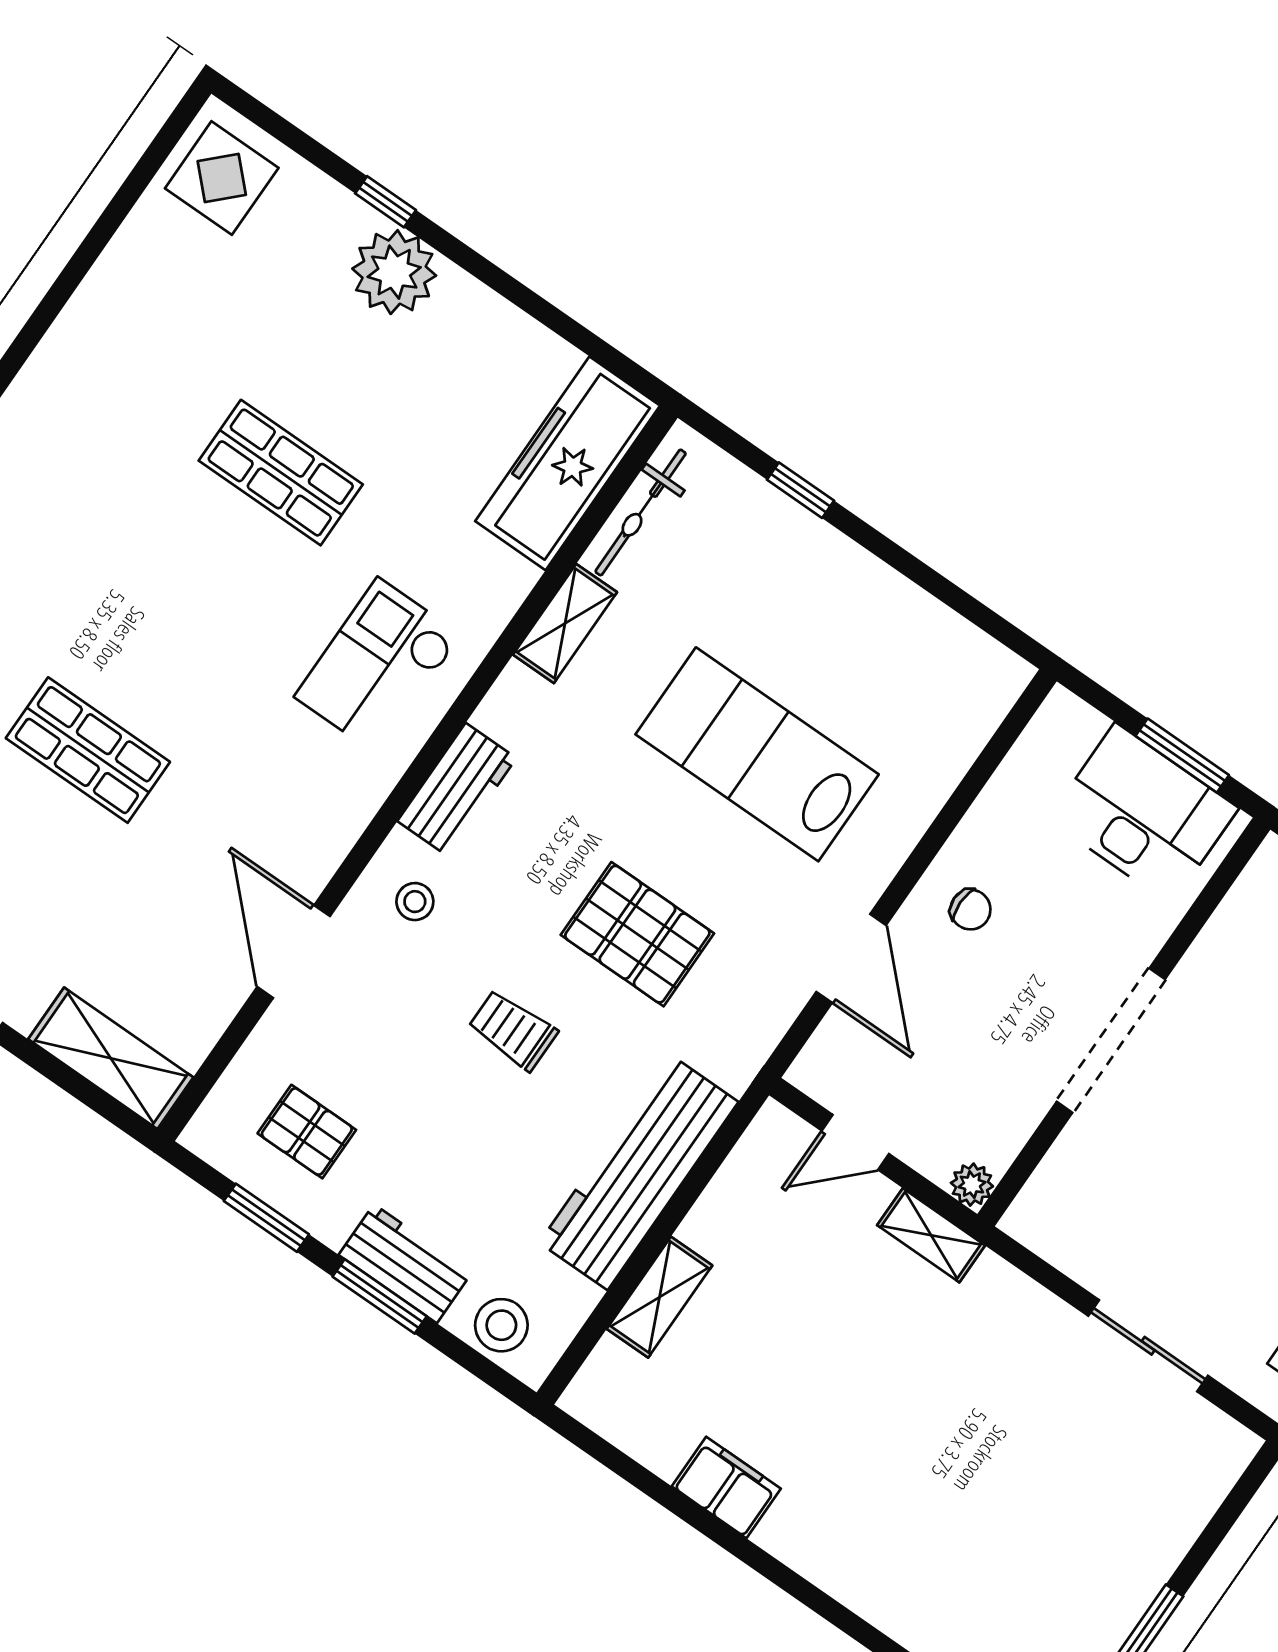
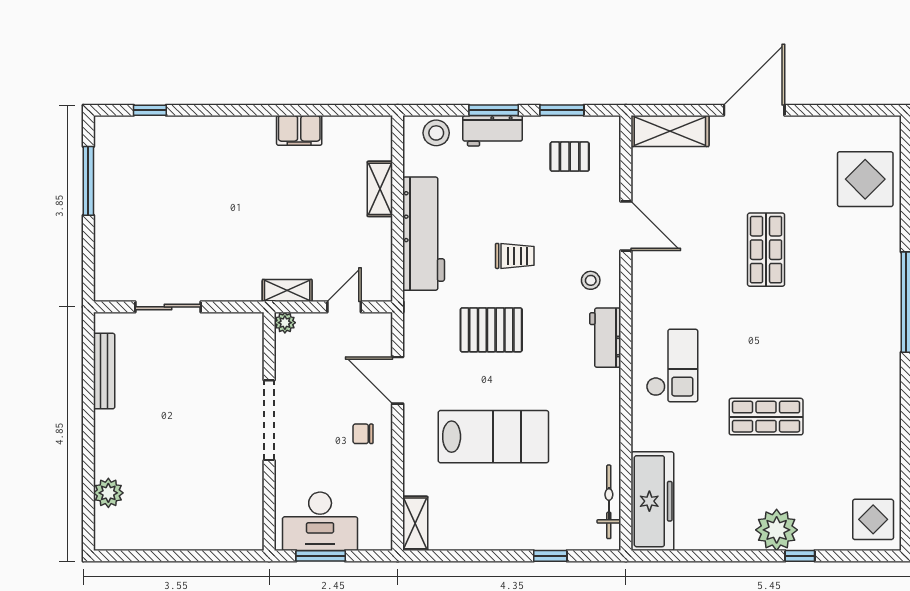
shelving: (565, 623) -> (415, 523), moved
shop shelf: (88, 750) -> (766, 250), turned 90

